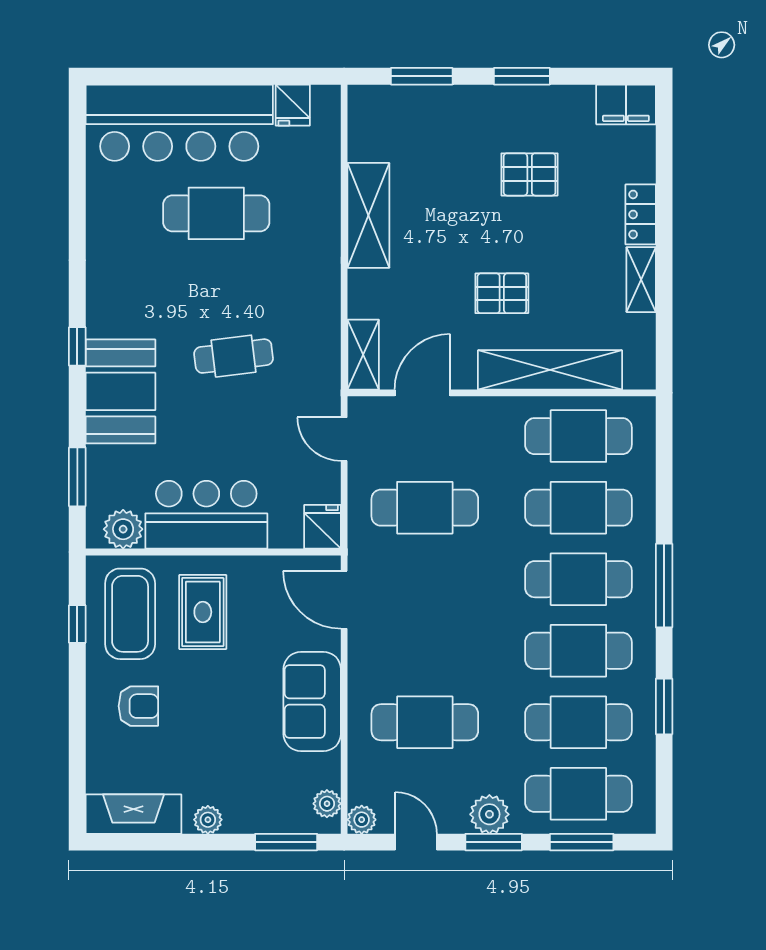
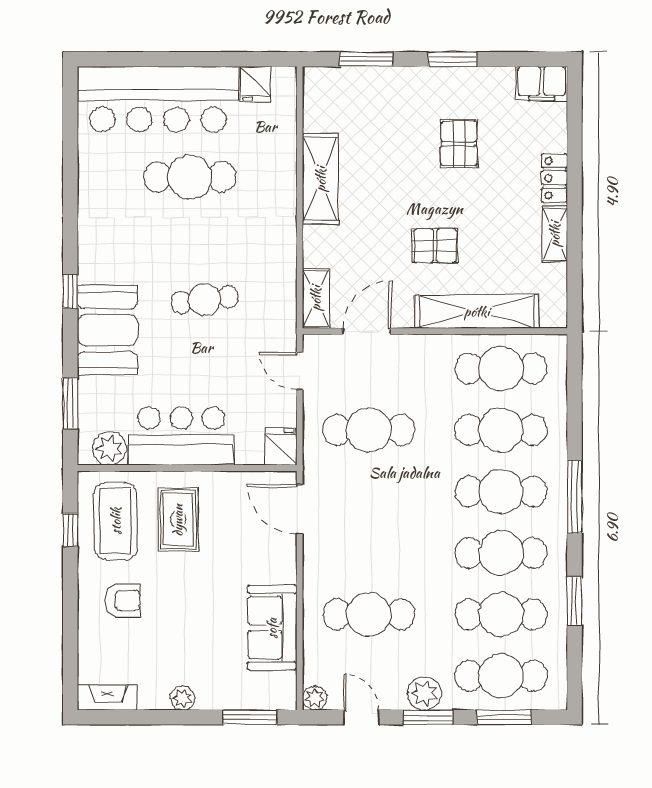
pallet: (530, 174) -> (459, 144), turned 90
sofa: (312, 701) -> (272, 628), moved
plant: (327, 804) -> (285, 684), removed
fireplace: (133, 814) -> (107, 697), width x0.73, depth x0.76

